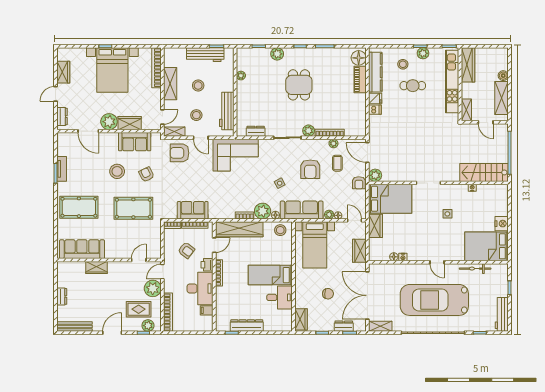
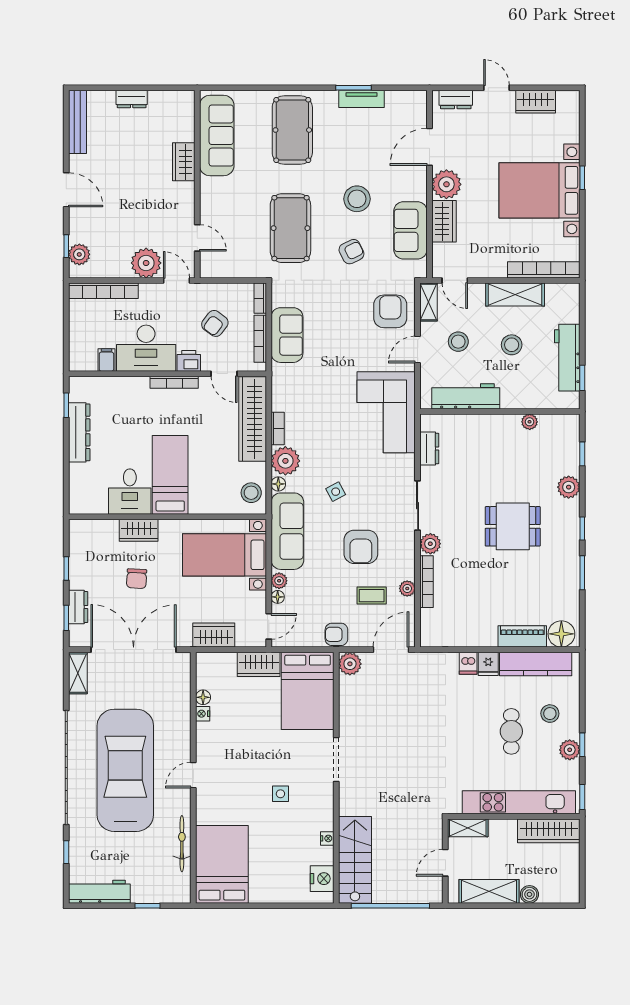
armchair: (310, 169) -> (361, 547), turned -90
nightstand: (502, 224) -> (322, 879), moved, turned -90
rug: (139, 309) -> (109, 237), removed
wardrobe: (301, 319) -> (139, 530), moved

